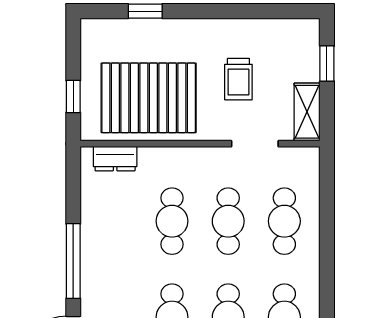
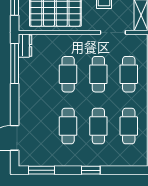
dresser: (115, 159) -> (25, 46), moved, turned -90
window: (73, 261) -> (15, 64), moved

